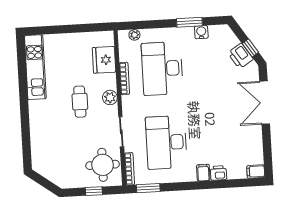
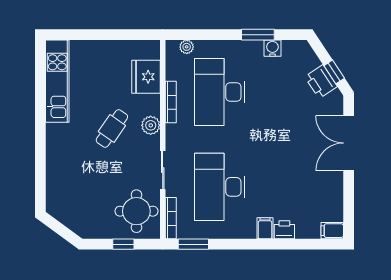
cafe table: (80, 102) -> (112, 128), turned 35

